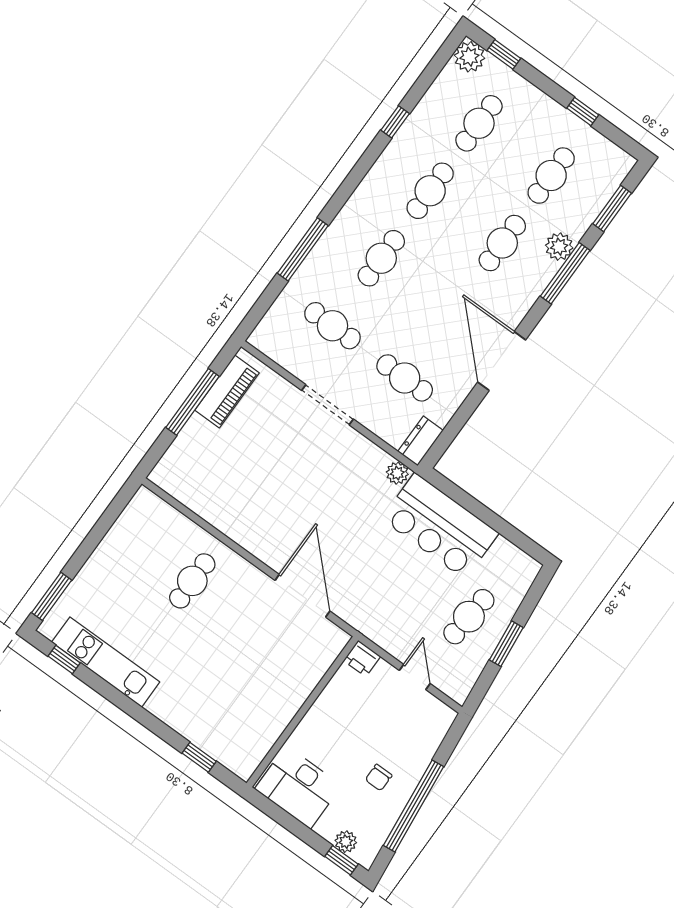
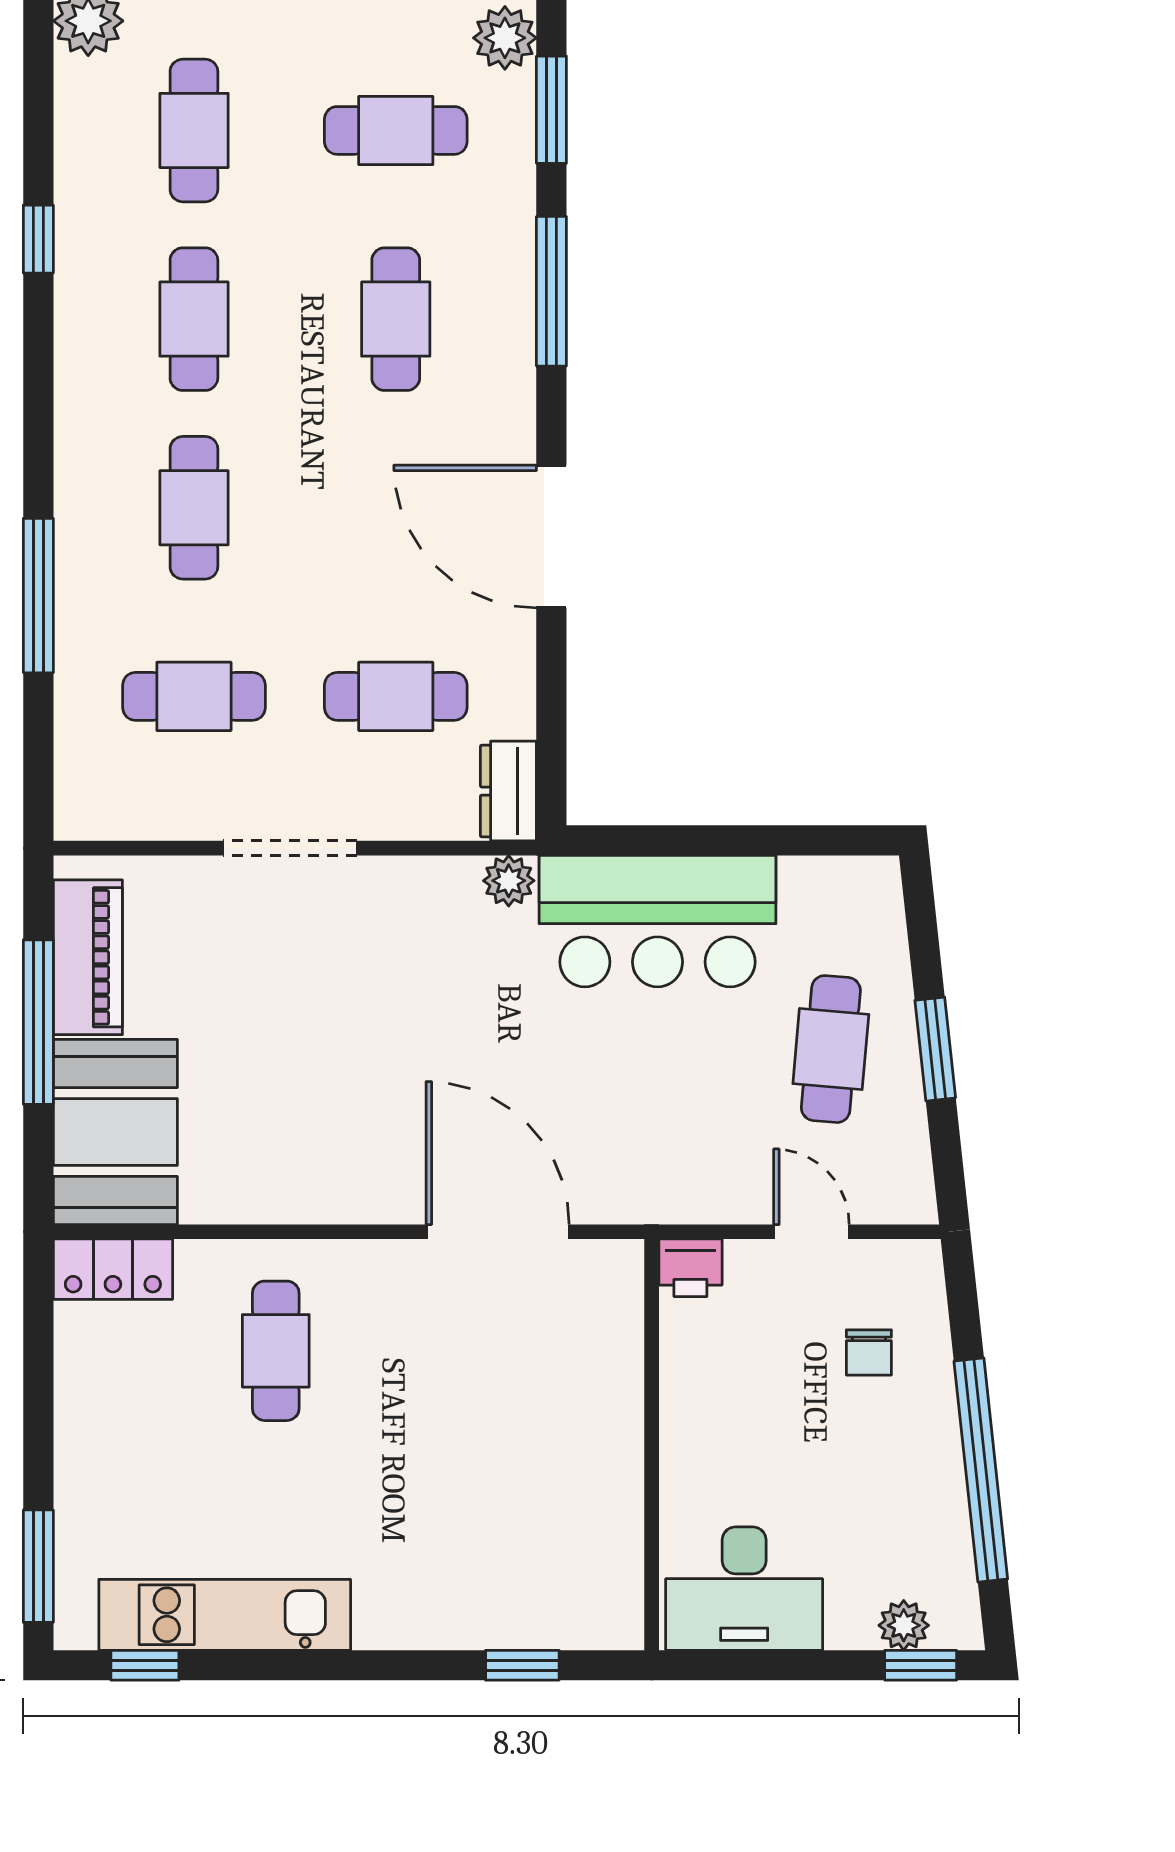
cafe table: (551, 176) -> (396, 130), turned 90
plant: (559, 247) -> (505, 38), moved
booth: (192, 461) -> (115, 1132), added
locker: (155, 510) -> (113, 1269), added
chair: (379, 778) -> (869, 1352), moved

